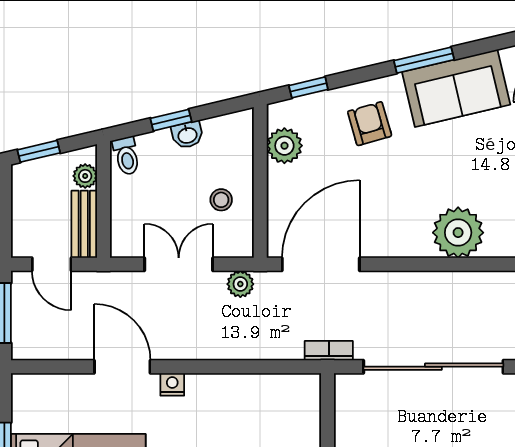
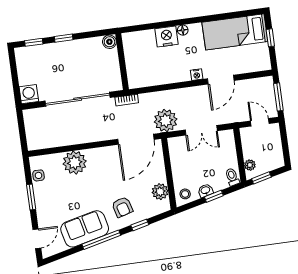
window: (424, 60) -> (101, 240), width x1.44
window: (308, 87) -> (140, 225), moved
window: (39, 151) -> (261, 178), moved
stool: (221, 200) -> (185, 194), moved
bench: (84, 224) -> (247, 143), removed
plant: (240, 284) -> (166, 121), width x1.88, depth x1.88
door: (122, 367) -> (221, 80), hinge flipped

